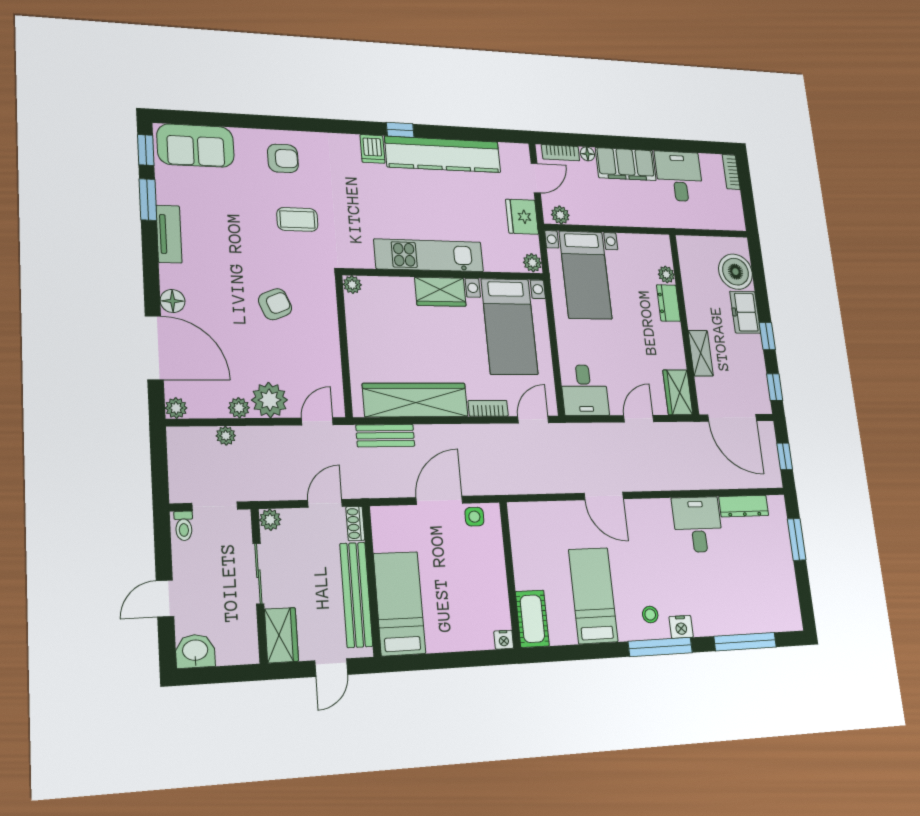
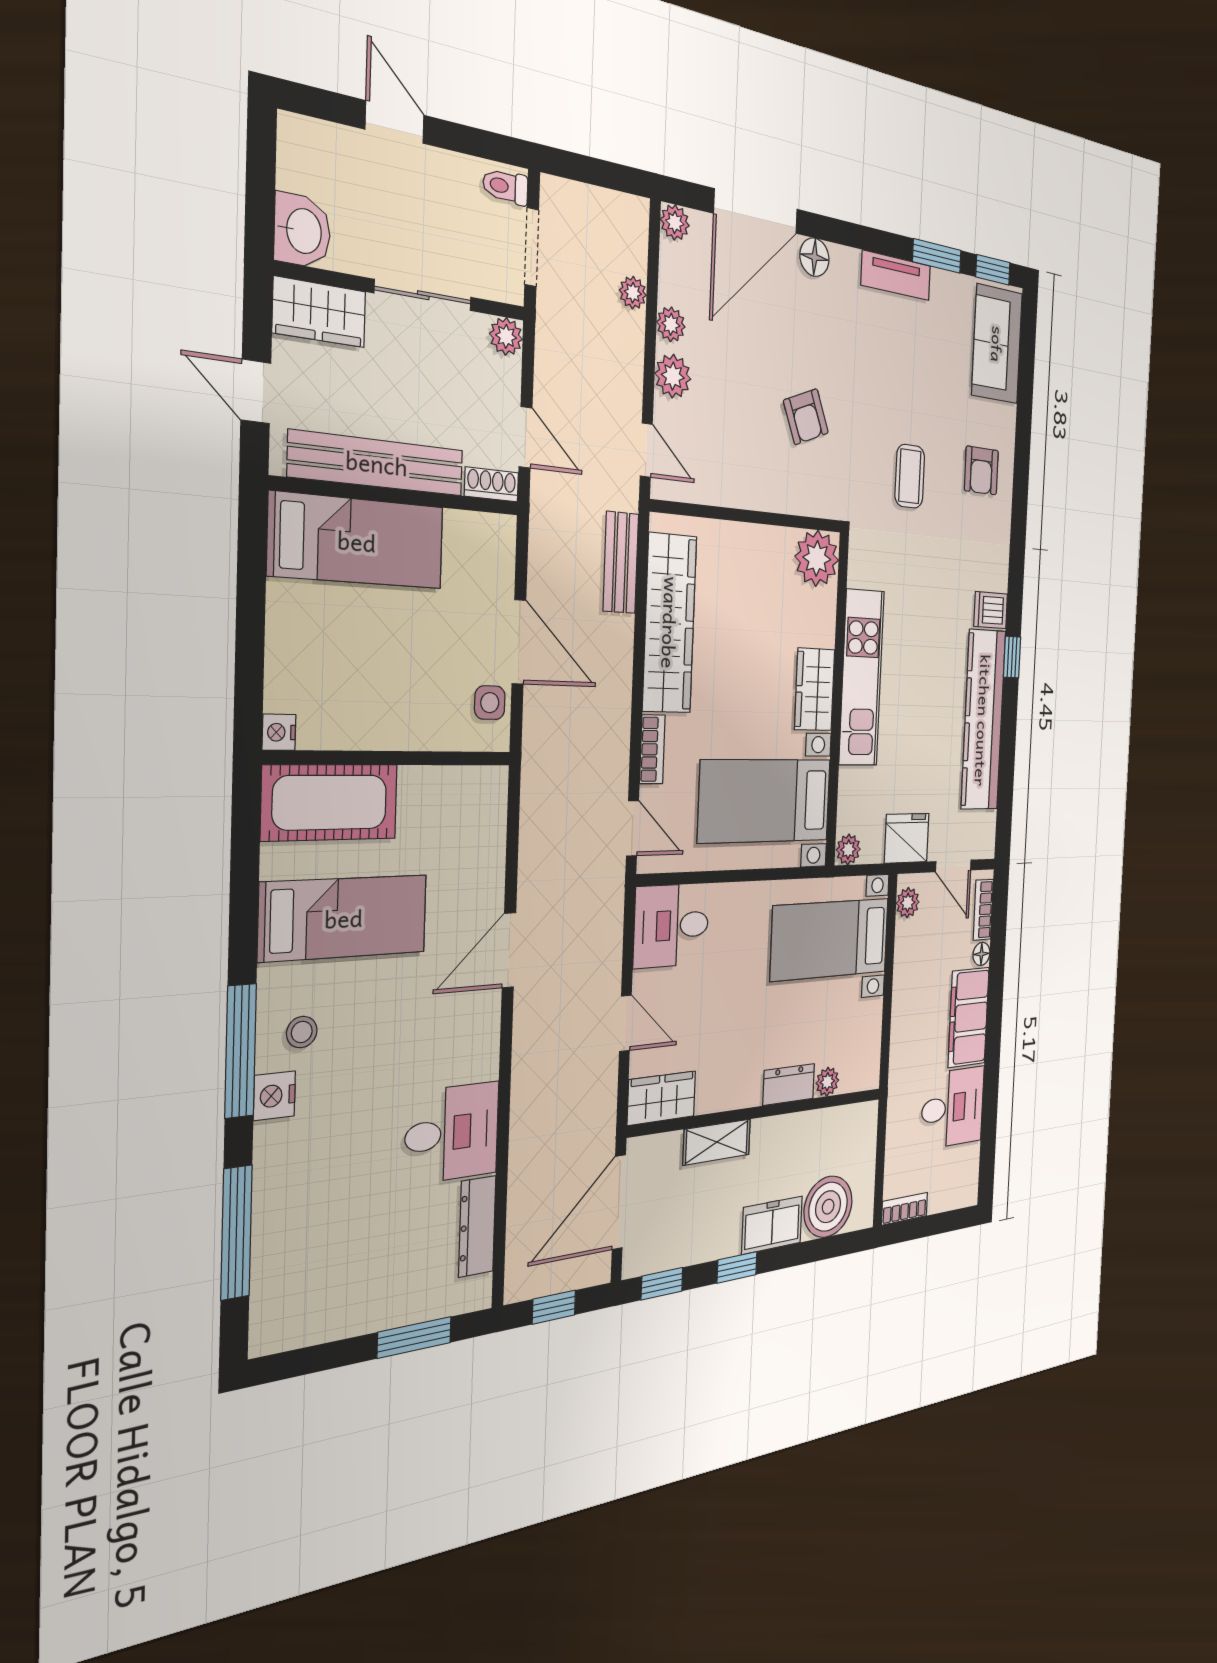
bookcase: (731, 172) -> (905, 1209), moved
plant: (352, 285) -> (817, 558), width x1.87, depth x1.87
plant: (270, 400) -> (673, 376), width x0.73, depth x0.73
cot: (532, 619) -> (330, 802), width x1.37, depth x1.34
washbasin: (195, 651) -> (302, 231), moved

